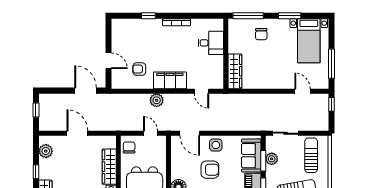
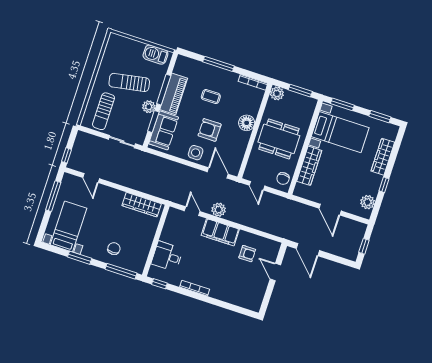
window: (148, 16) -> (159, 284), moved
wardrobe: (235, 71) -> (142, 205), moved, turned -90
plant: (157, 100) -> (219, 210), moved
plant: (272, 159) -> (149, 107), moved

